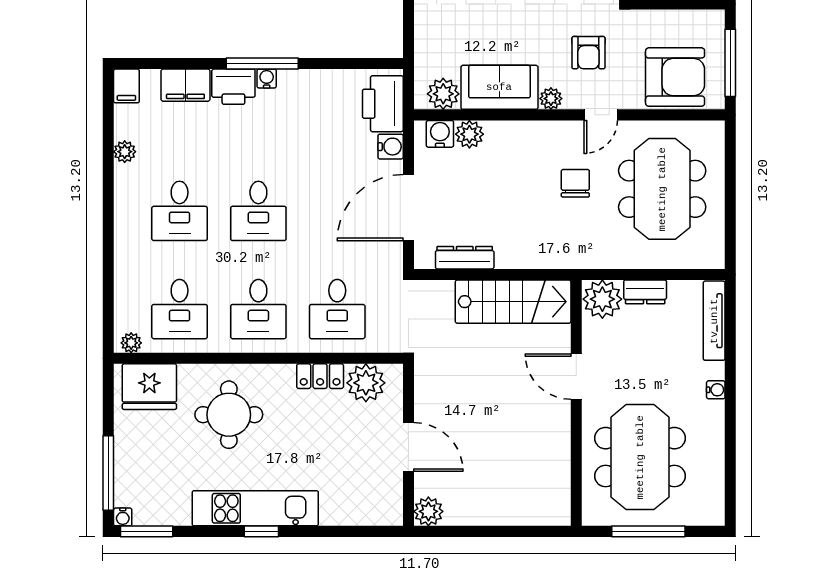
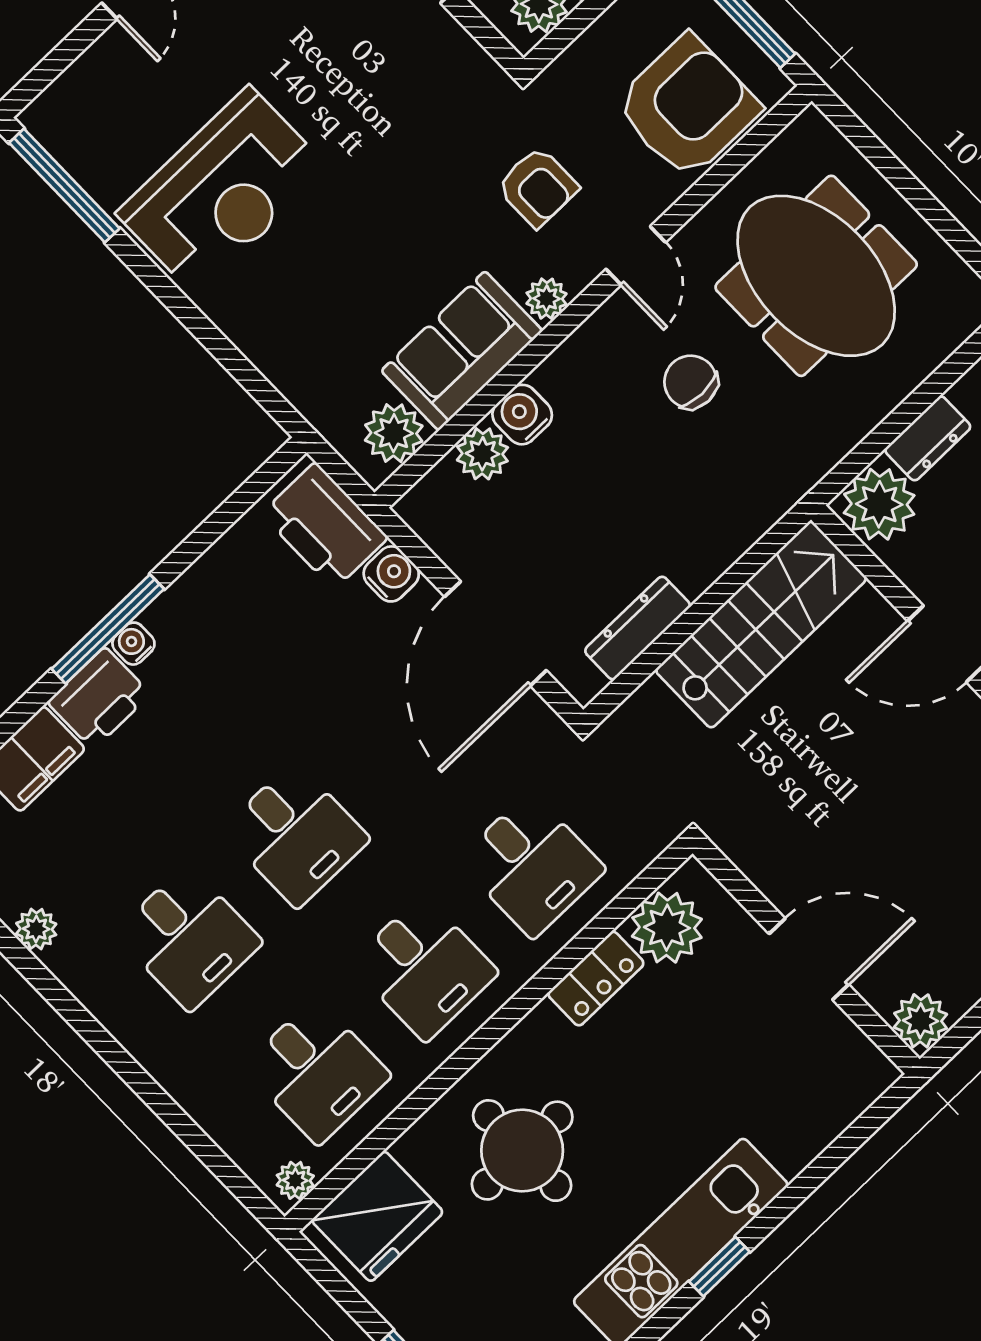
water cooler: (440, 134) -> (522, 415), moved

